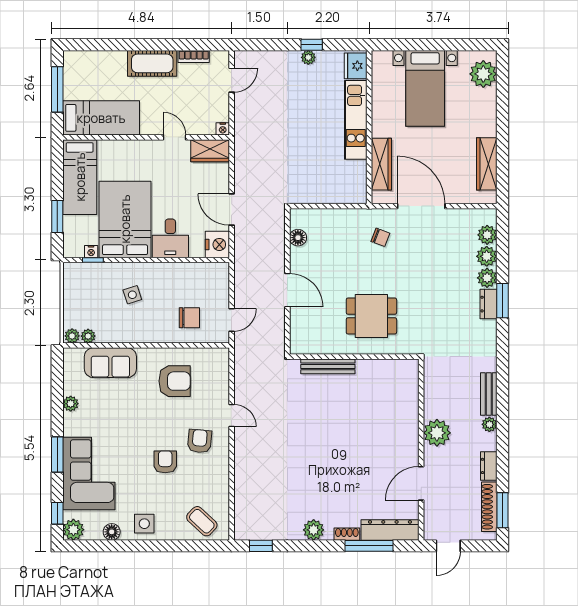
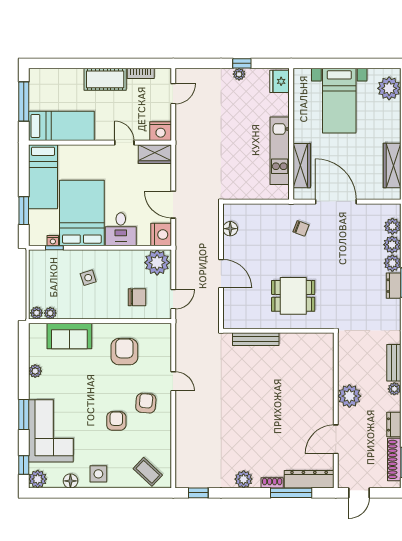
kitchen unit: (356, 120) -> (280, 151), moved
nightstand: (223, 129) -> (161, 131), width x1.89, depth x1.79
plant: (213, 277) -> (157, 263), added
armchair: (175, 381) -> (124, 352), turned -90

